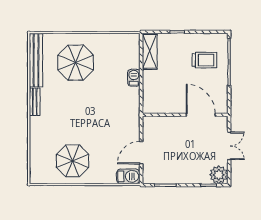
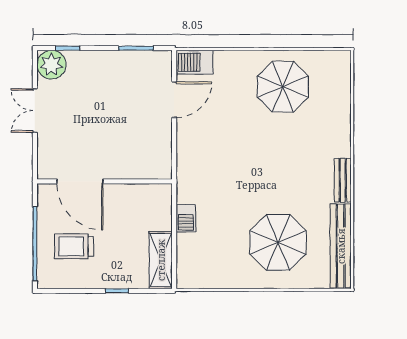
wall: (185, 115) -> (105, 181), moved
door: (201, 115) -> (80, 181), moved

